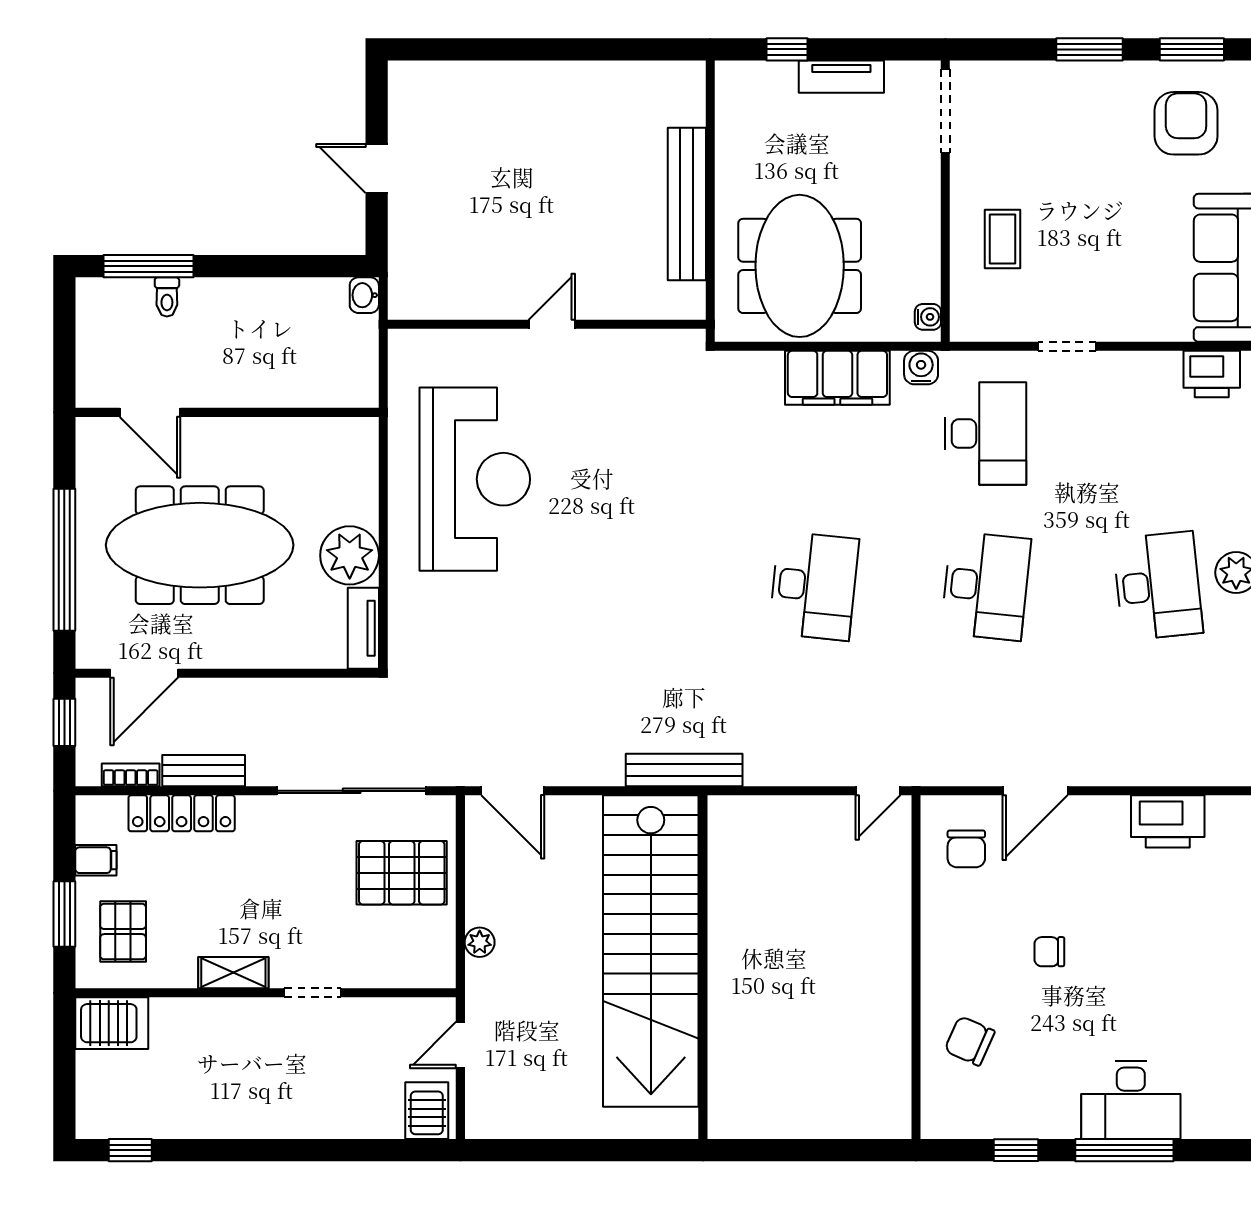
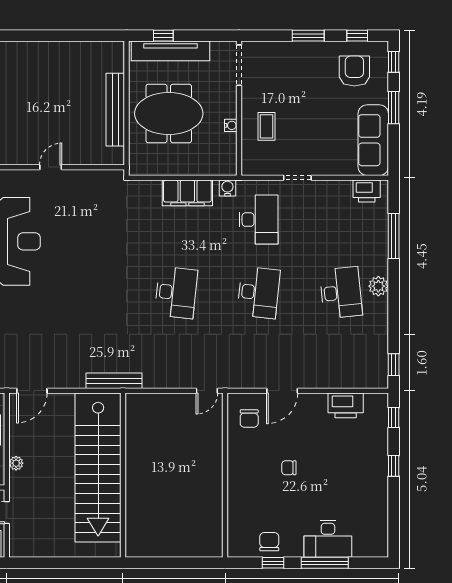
window: (1192, 49) -> (357, 36), width x0.67
tv unit: (841, 77) -> (171, 51), width x1.92, depth x1.29
meeting table: (800, 266) -> (169, 114), moved, turned 90
water cooler: (928, 317) -> (231, 125), moved
door: (513, 791) -> (32, 391), hinge flipped
chair: (970, 1041) -> (269, 542), moved, turned 66

